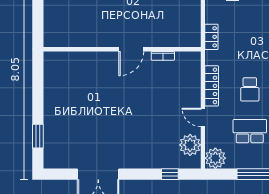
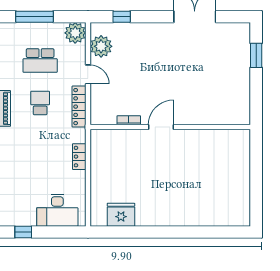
wall: (122, 49) -> (170, 127), moved
door: (131, 49) -> (161, 127), moved
bookcase: (163, 56) -> (129, 120), moved

